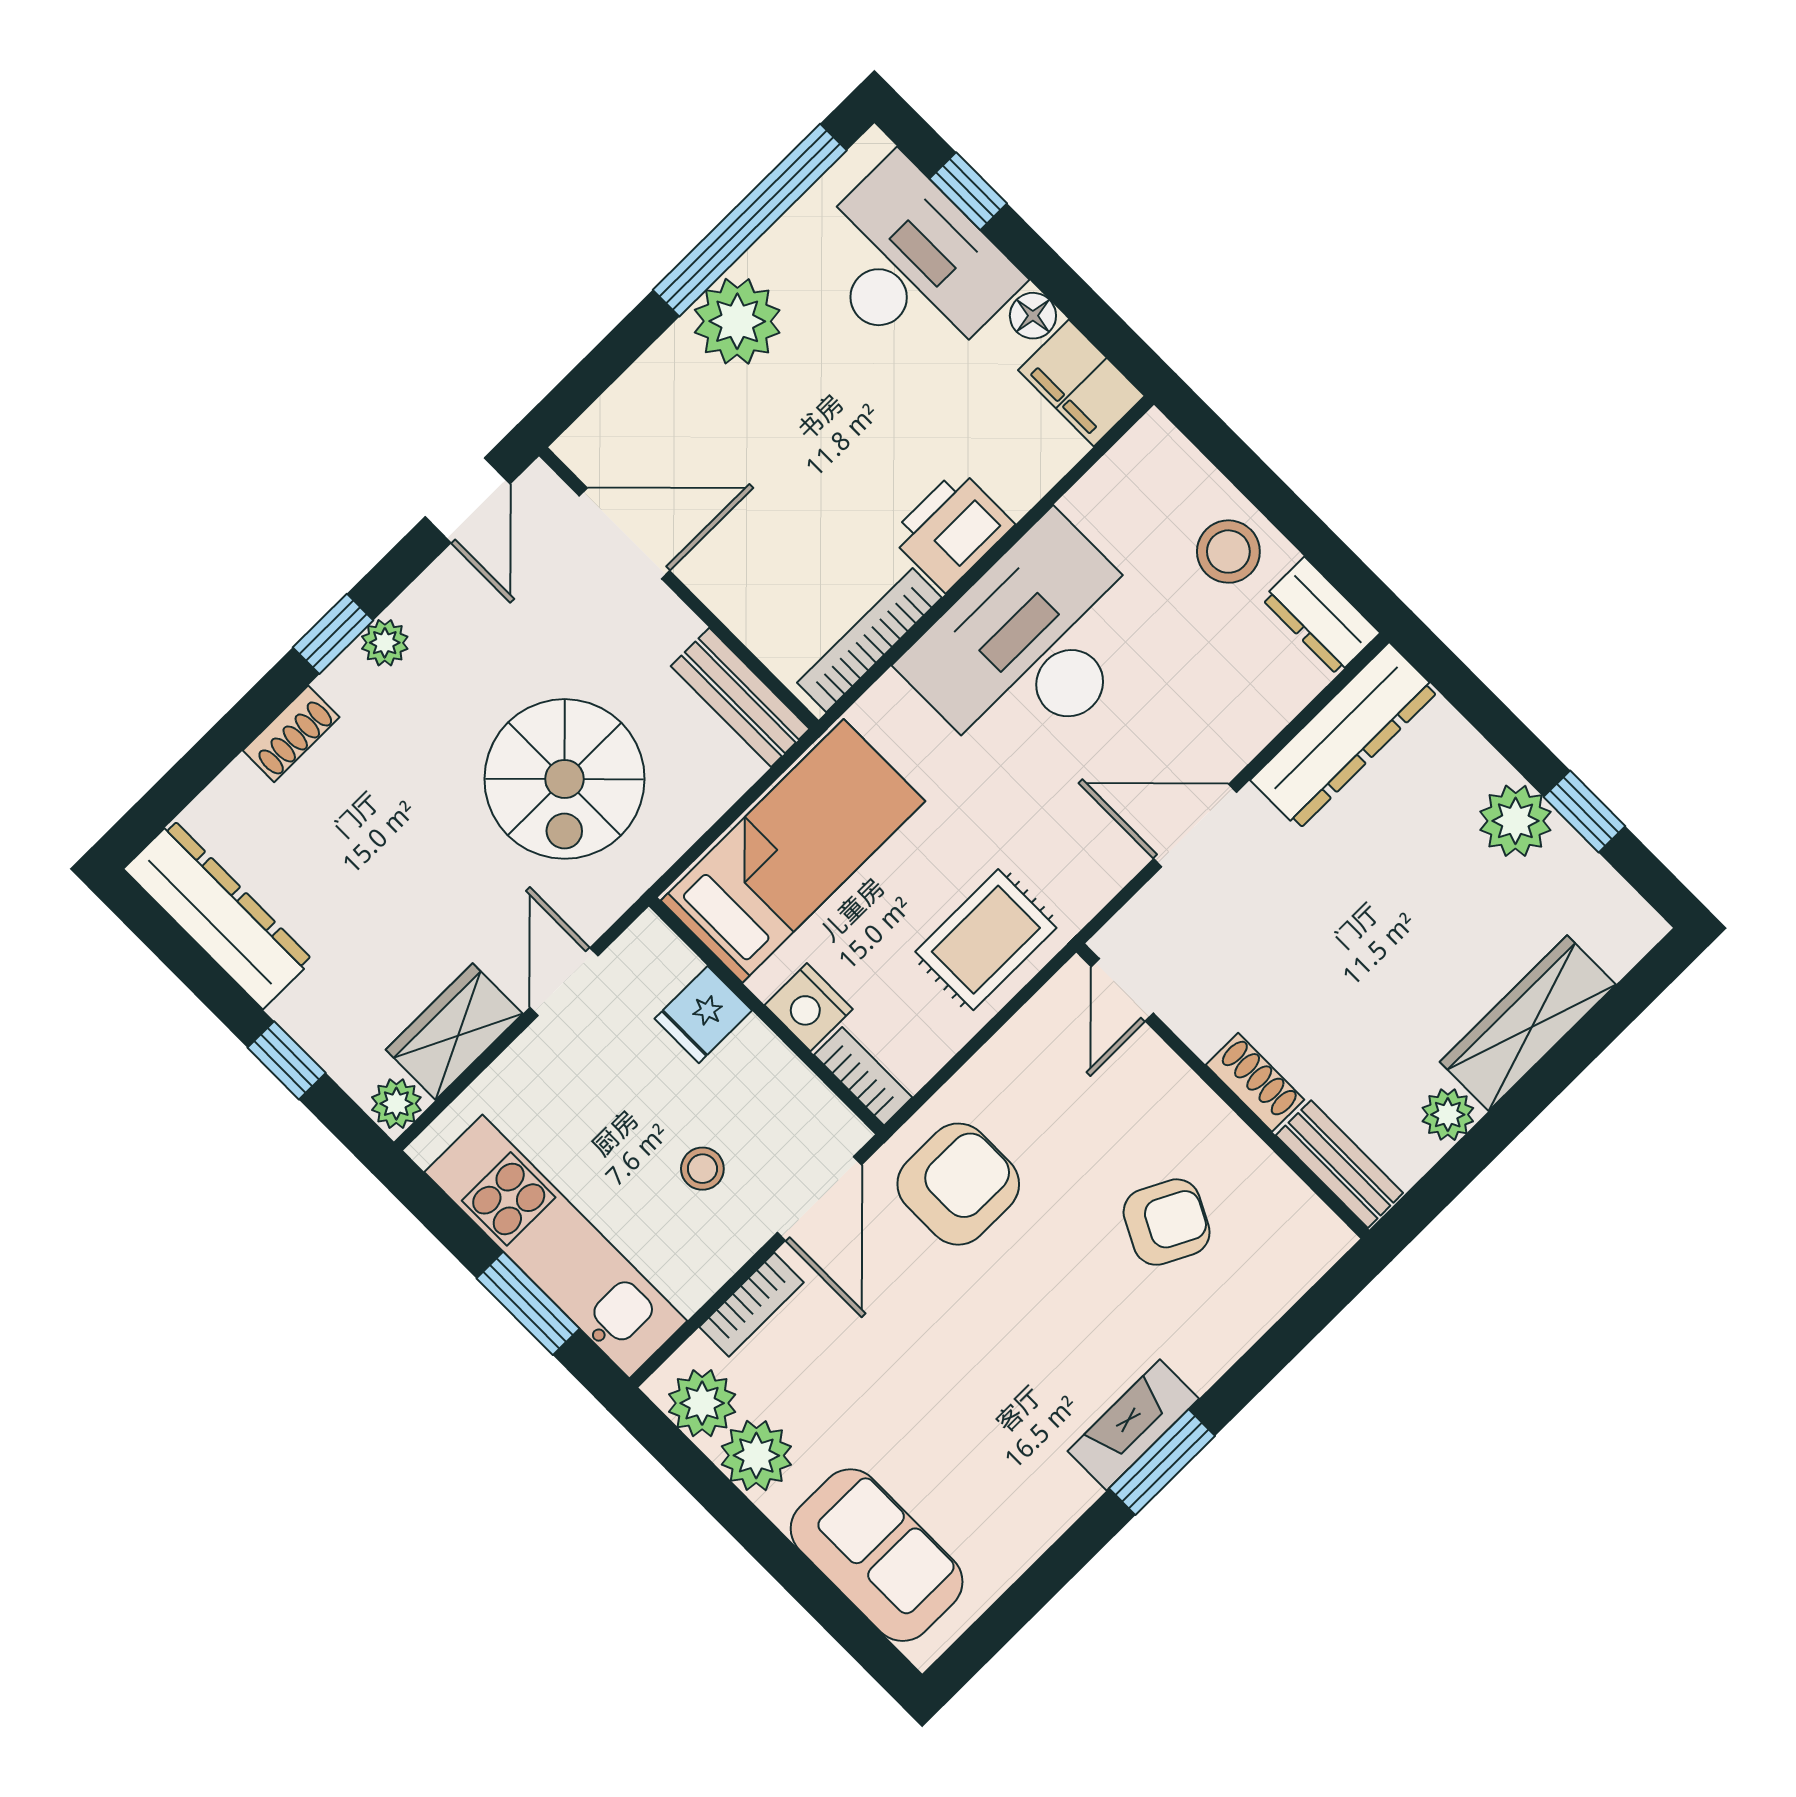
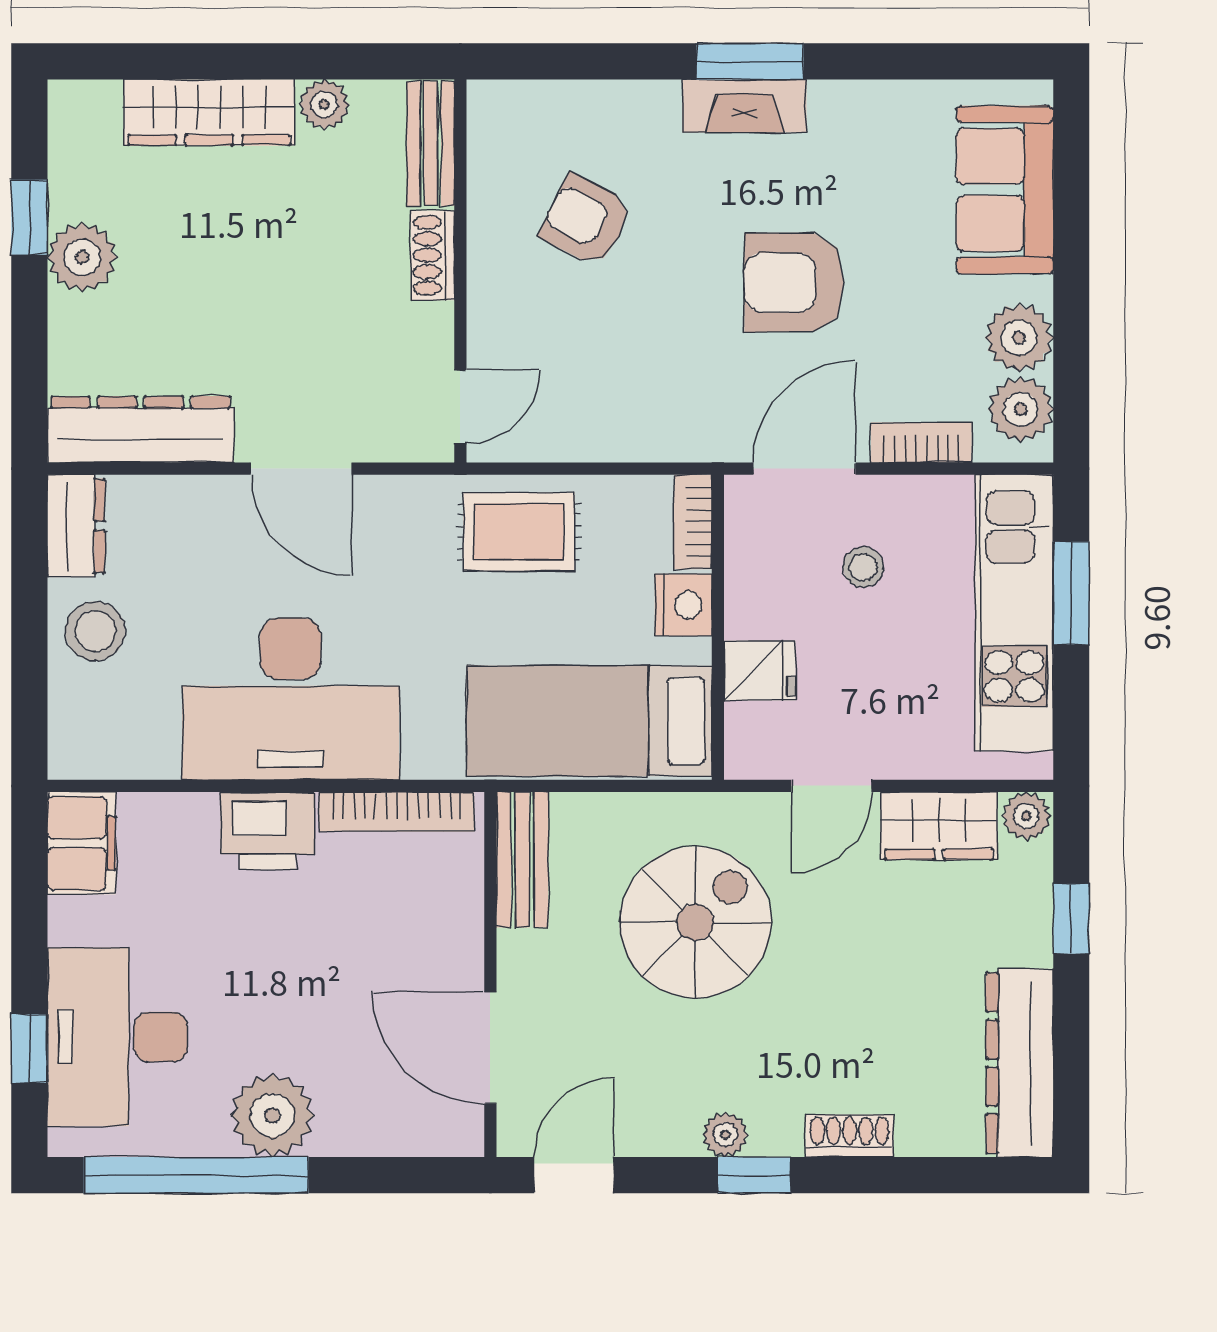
floor lamp: (1033, 316) -> (69, 921), removed
armchair: (958, 1184) -> (794, 282), moved

